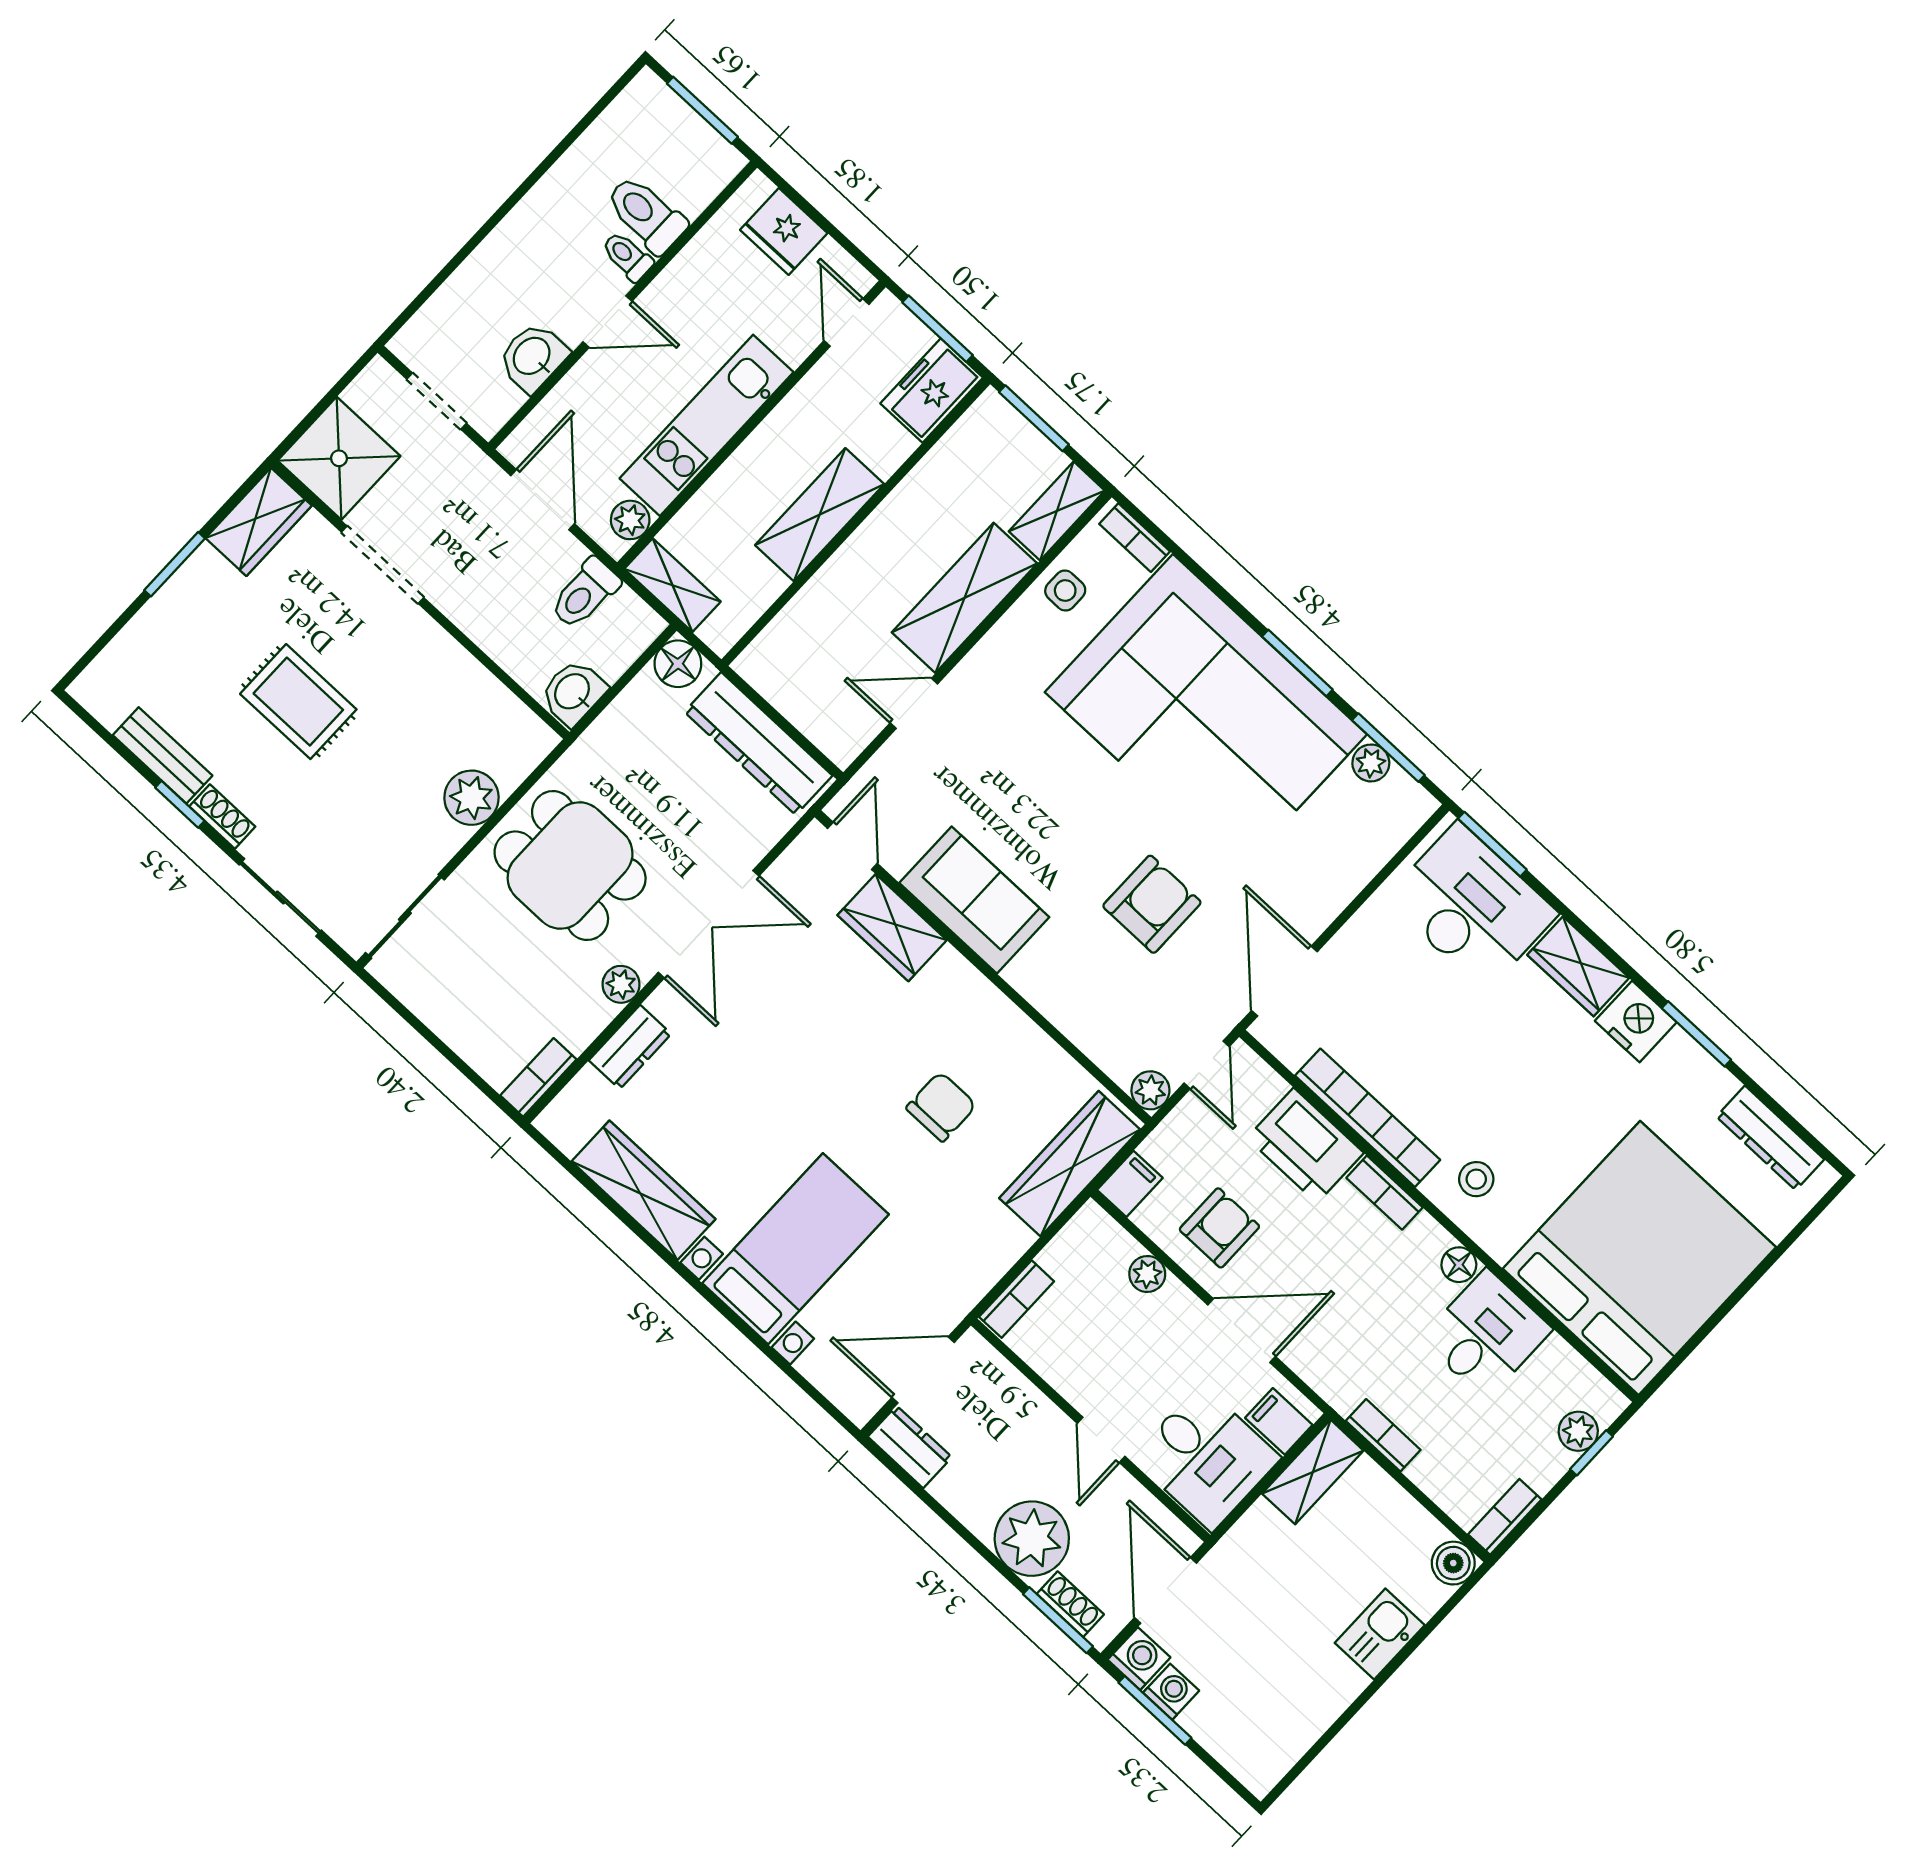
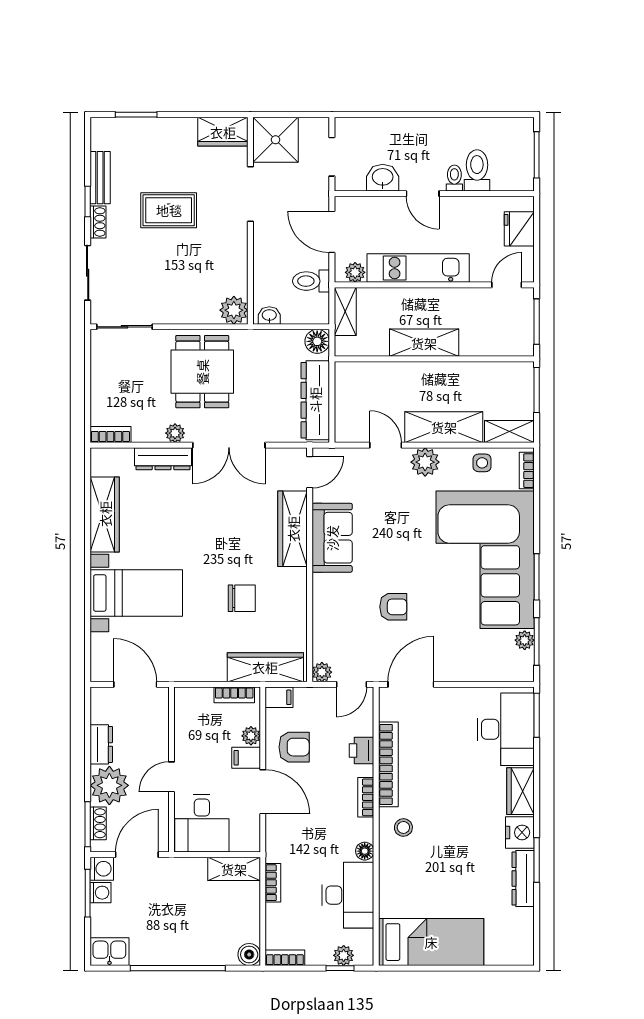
freezer: (932, 390) -> (511, 341), removed
door: (543, 500) -> (332, 232), swing flipped
window: (175, 564) -> (136, 115), moved
plant: (989, 670) -> (425, 462), added
washbasin: (573, 692) -> (269, 315), width x0.72, depth x0.69
rug: (298, 702) -> (169, 210), turned 90
plant: (471, 798) -> (234, 310), moved
armchair: (1152, 904) -> (393, 607), width x0.72, depth x0.72
wardrobe: (892, 928) -> (293, 529), width x1.50
dresser: (630, 1047) -> (163, 459), width x1.44
dresser: (1770, 1138) -> (523, 879), moved
printer: (1305, 1145) -> (362, 750), width x0.53, depth x0.68
bed: (1639, 1258) -> (431, 942), width x0.49
bookcase: (1017, 1299) -> (234, 695), moved
desk: (1486, 1334) -> (348, 895), width x1.37
filing cabinet: (1279, 1421) -> (246, 758), moved, turned -90
dresser: (910, 1447) -> (101, 744), moved
kitchen sink: (1380, 1634) -> (109, 952), moved
window: (1379, 1681) -> (178, 968), added

